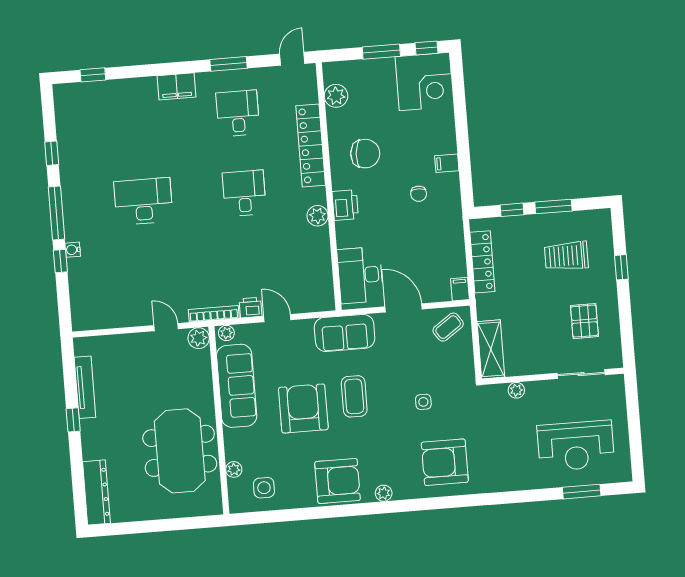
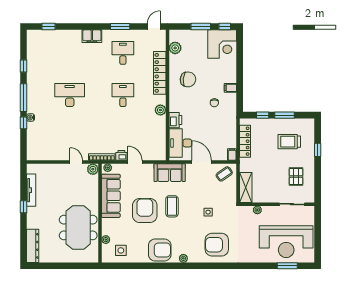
printer: (345, 205) -> (175, 120), moved
reception desk: (576, 446) -> (286, 242), width x1.36, depth x1.30

